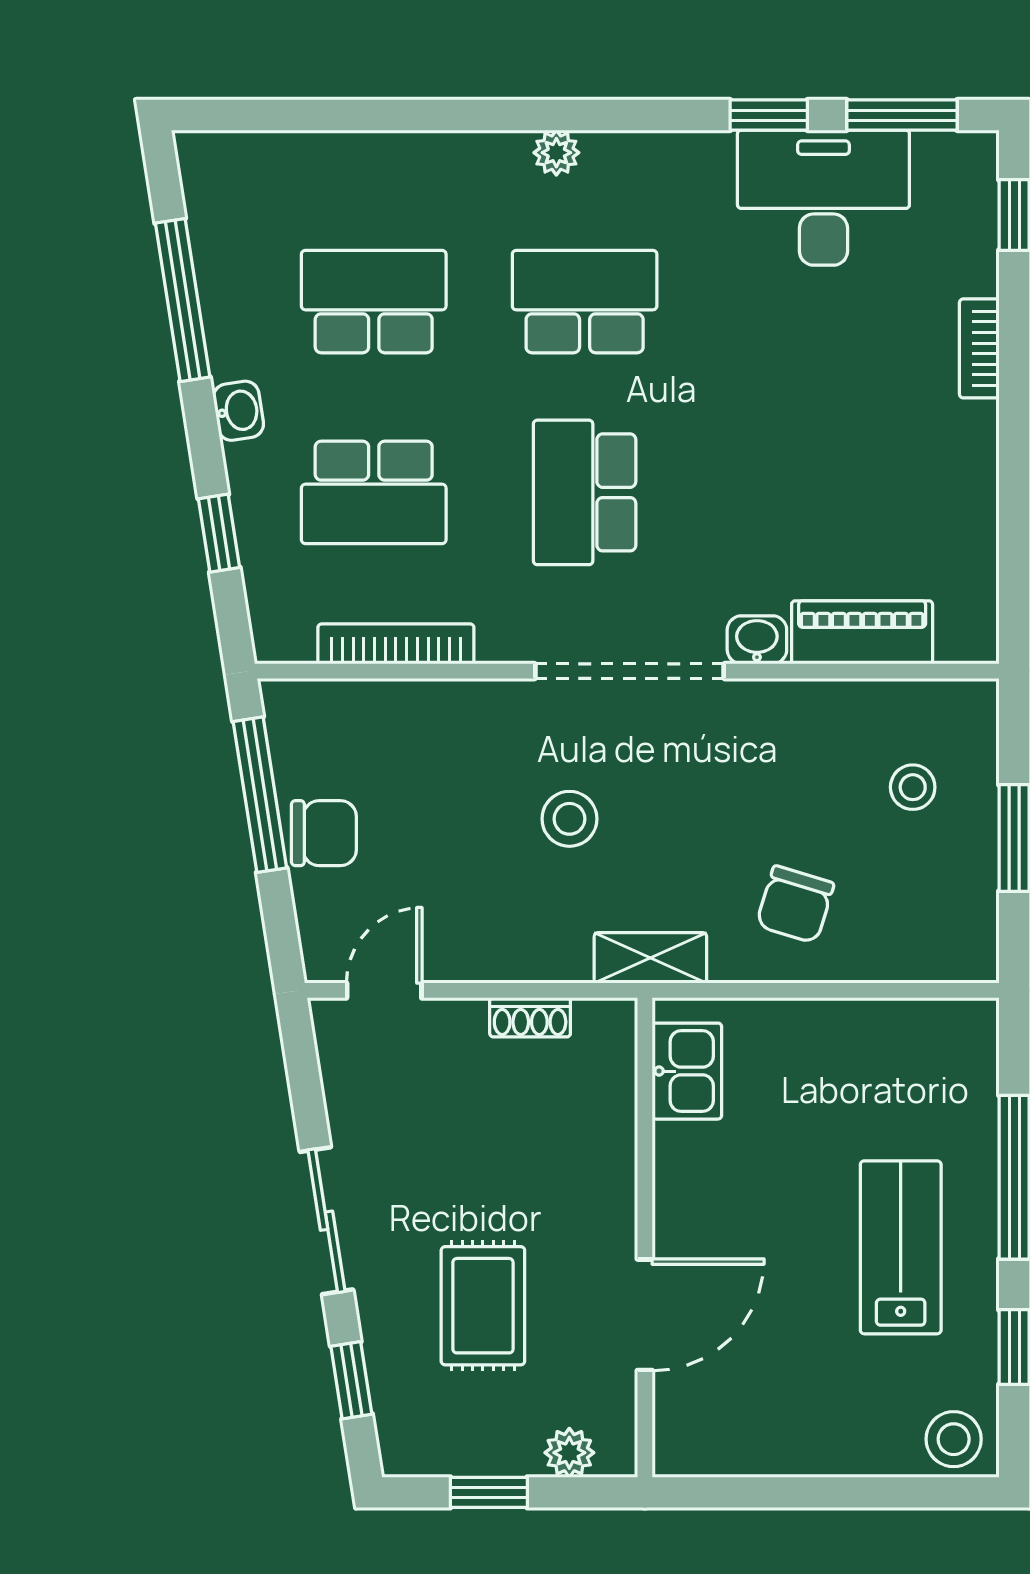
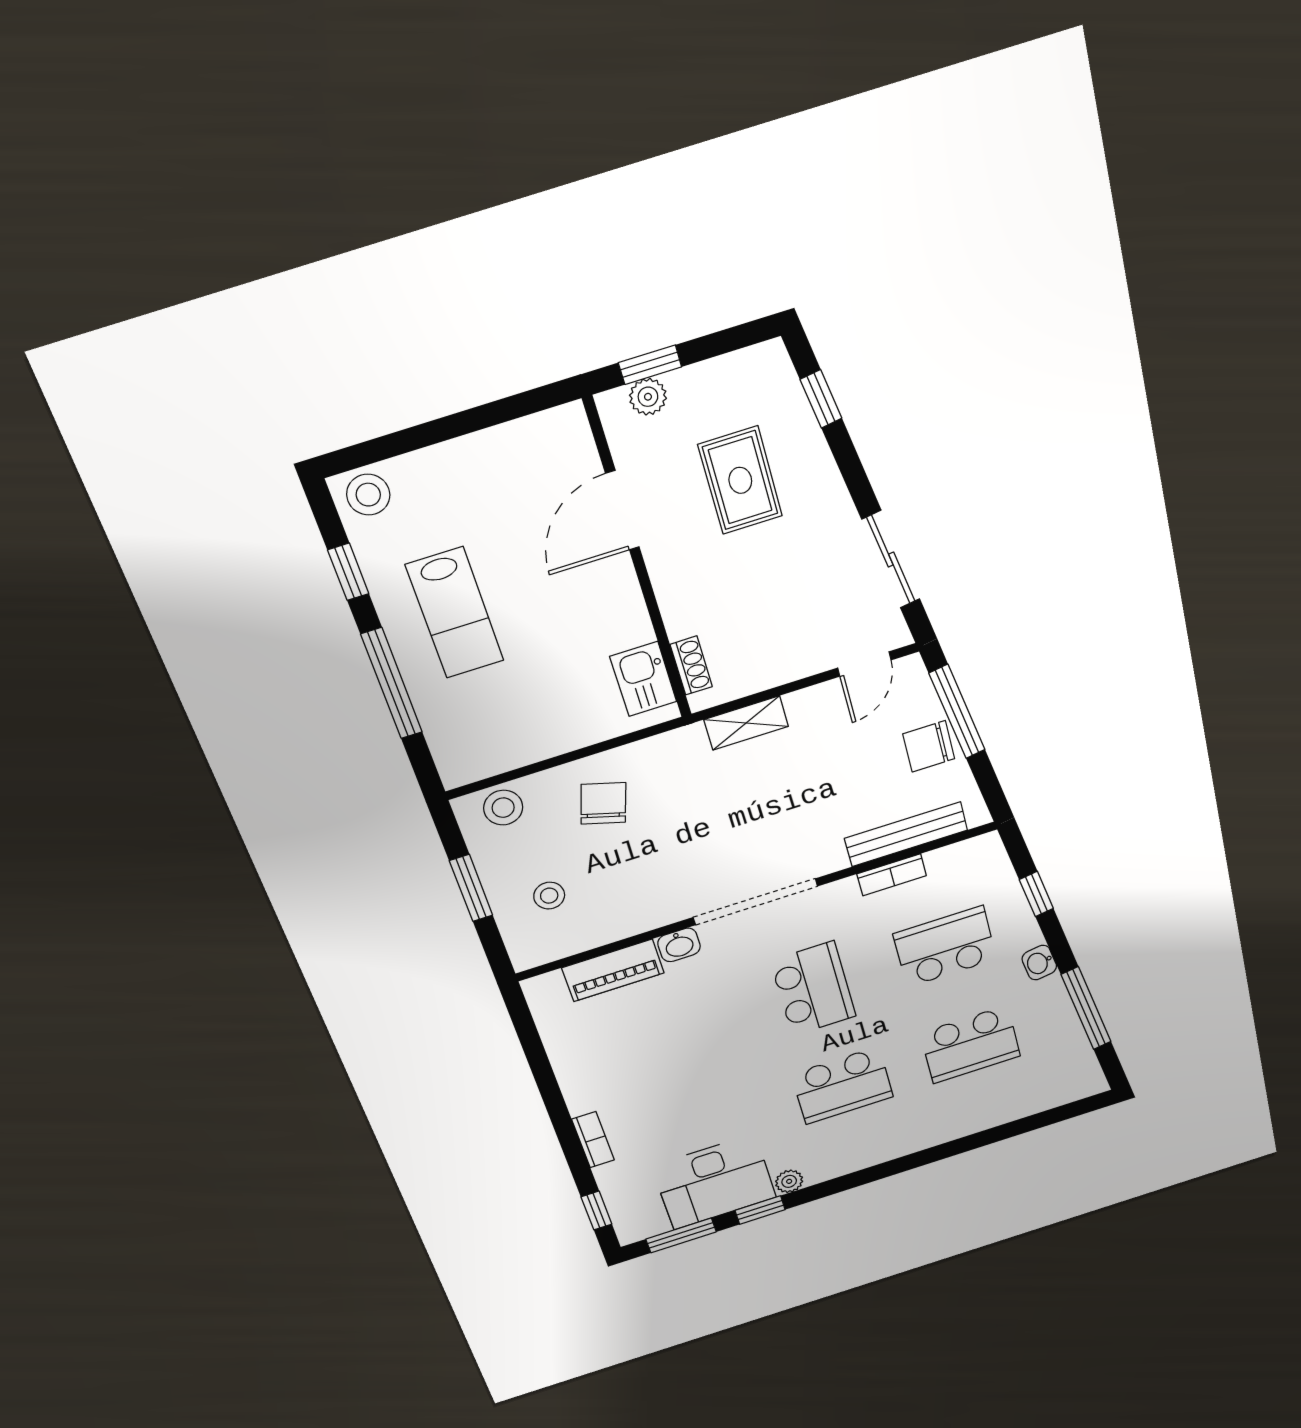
plant: (556, 153) -> (789, 1181), moved
bookcase: (396, 644) -> (892, 875), width x0.64
bench: (388, 703) -> (906, 834), added
window: (260, 795) -> (957, 712), moved
stool: (569, 819) -> (503, 808), moved
shelving: (650, 958) -> (746, 723), moved
shoe rack: (530, 1017) -> (691, 666), moved, turned 90
sliding door: (326, 1221) -> (891, 560), moved
window: (489, 1492) -> (650, 365), moved

